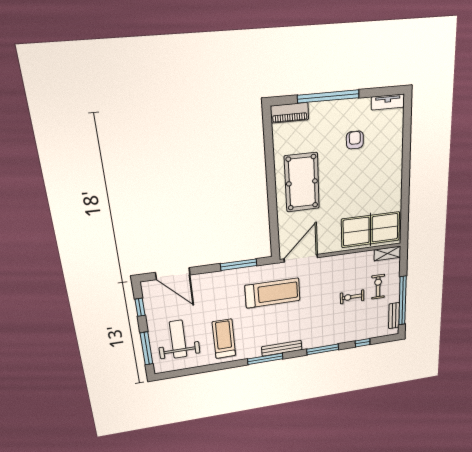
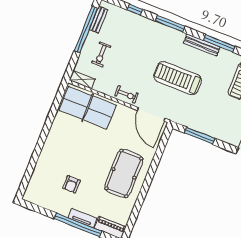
tv unit: (388, 102) -> (83, 218), moved
door: (301, 258) -> (151, 114), hinge flipped
treadmill: (273, 293) -> (178, 78), moved
exercise bike: (352, 297) -> (127, 94), moved

